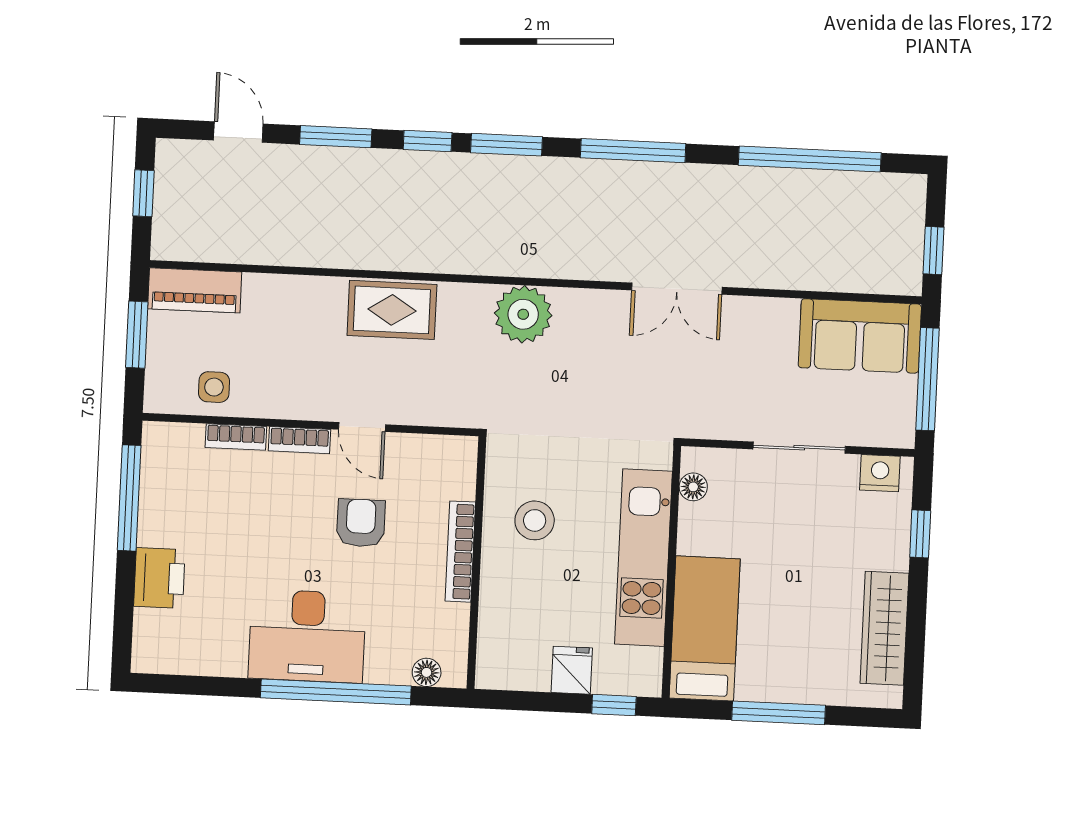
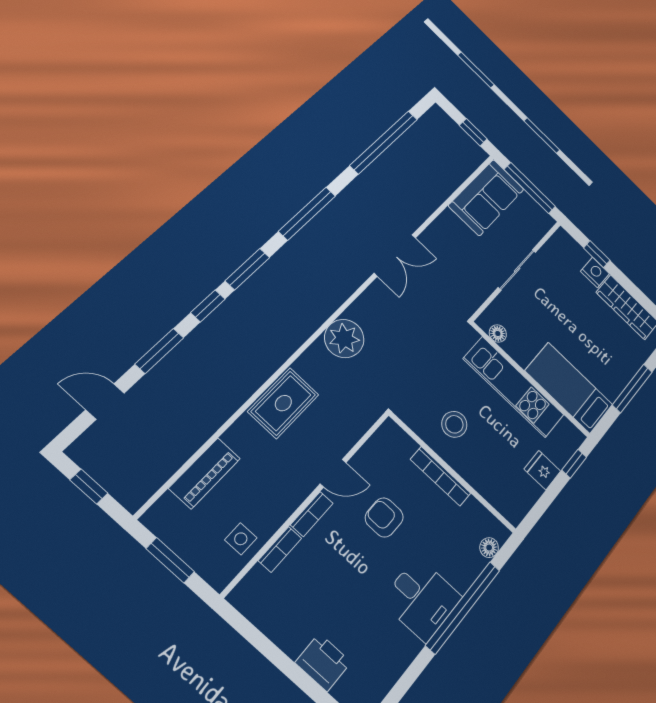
piano: (195, 290) -> (205, 473), moved
nightstand: (880, 473) -> (595, 272), moved, turned 90
window: (129, 498) -> (262, 644), removed
desk: (307, 636) -> (422, 599), width x0.73

